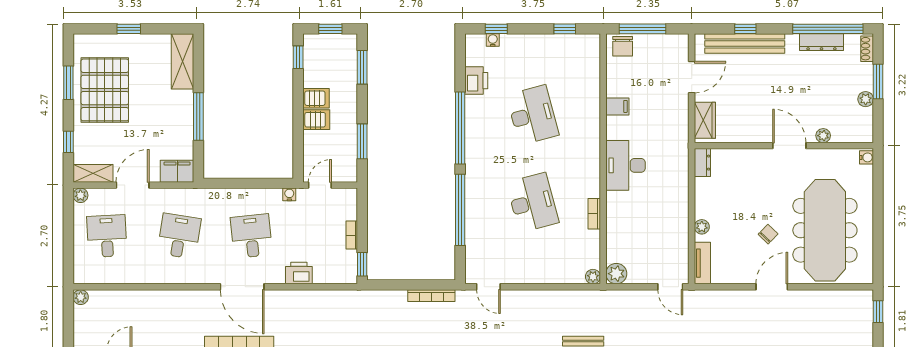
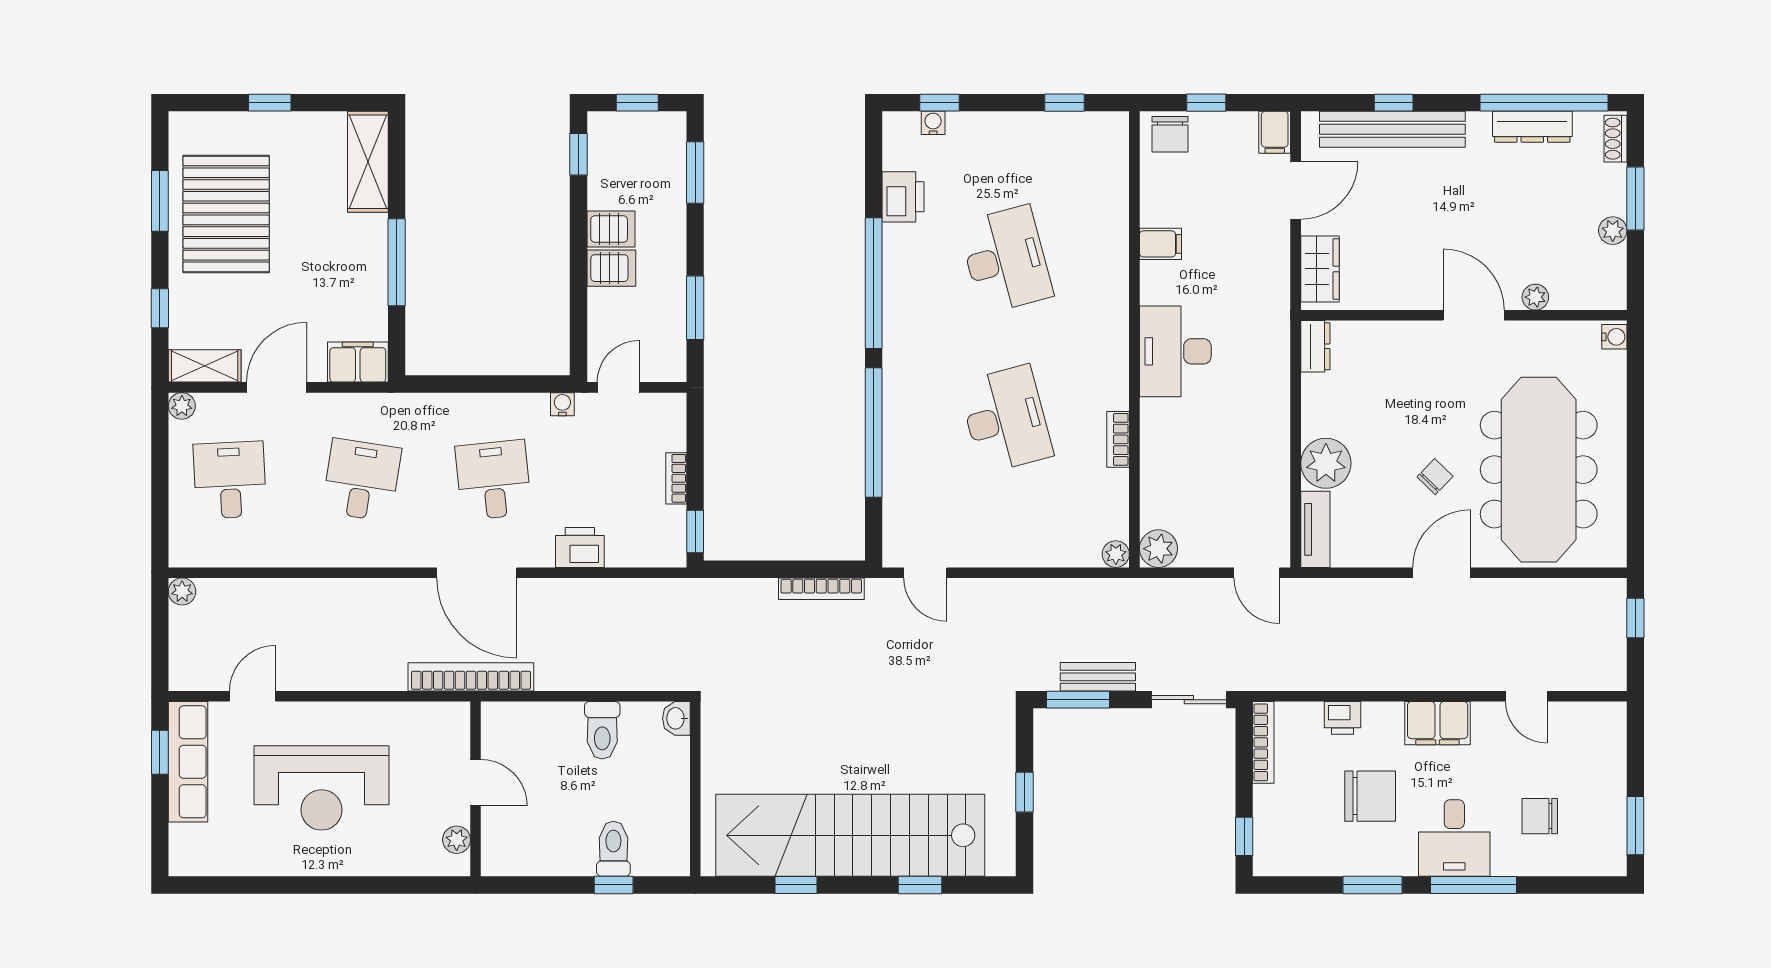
window: (643, 29) -> (1206, 103), width x0.46
filing cabinet: (680, 45) -> (1275, 132), added
plant: (702, 227) -> (1326, 463), width x1.88, depth x1.88

